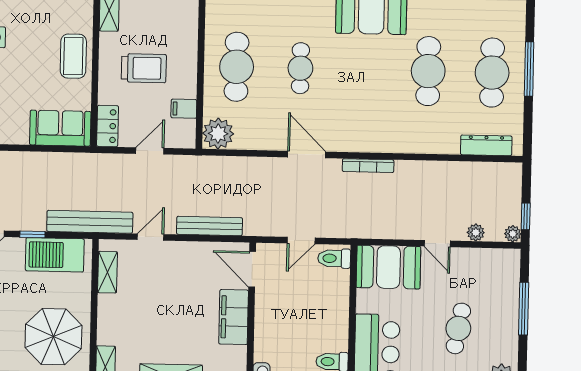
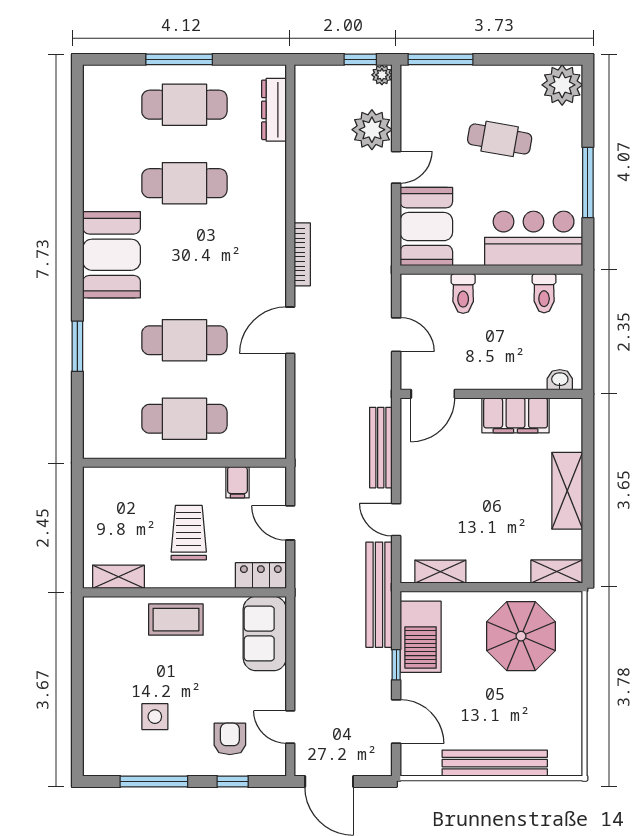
cafe table: (300, 68) -> (184, 340), width x1.37, depth x1.35
plant: (218, 134) -> (267, 439), removed
plant: (476, 232) -> (372, 130), width x1.87, depth x1.87
toilet: (334, 258) -> (463, 294), moved
window: (524, 309) -> (440, 59), moved
filing cabinet: (234, 317) -> (516, 415), moved

